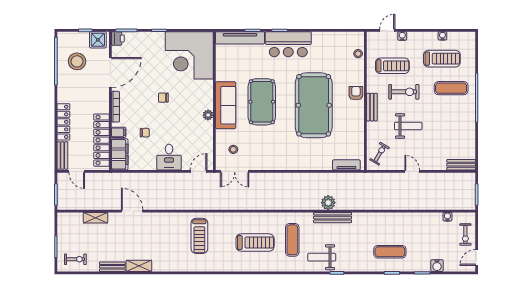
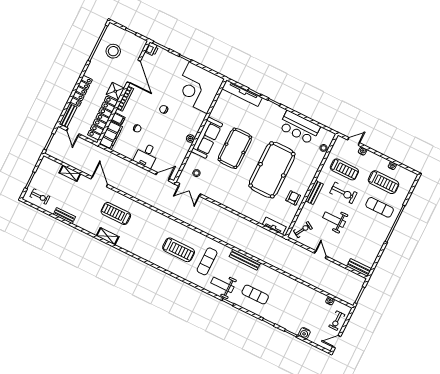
shower: (98, 40) -> (115, 91), moved
bar counter: (288, 44) -> (299, 127), moved
door: (110, 72) -> (134, 71), hinge flipped
armchair: (356, 93) -> (293, 198), moved
weight bench: (408, 126) -> (334, 220), turned 180
plant: (328, 203) -> (247, 247), removed
treadmill: (199, 236) -> (116, 214), moved, turned 90
exercise mat: (390, 252) -> (255, 295), moved
shelving: (139, 266) -> (108, 236), moved

